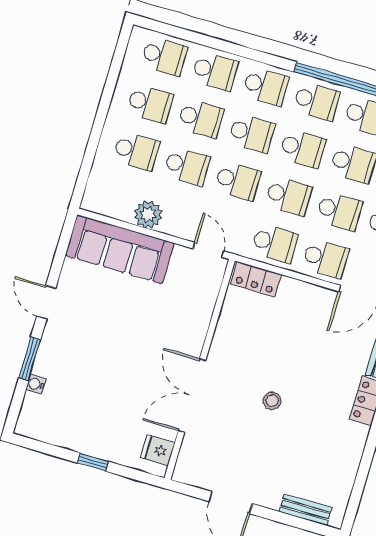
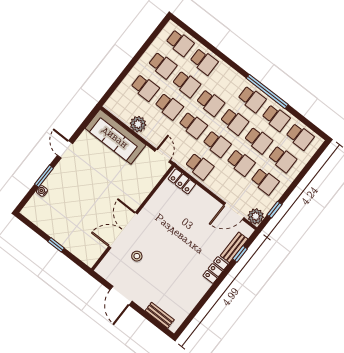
school desk: (266, 86) -> (228, 80), removed
school desk: (325, 258) -> (223, 185), removed
stool: (272, 401) -> (137, 256), moved
fridge: (158, 450) -> (93, 252), removed

